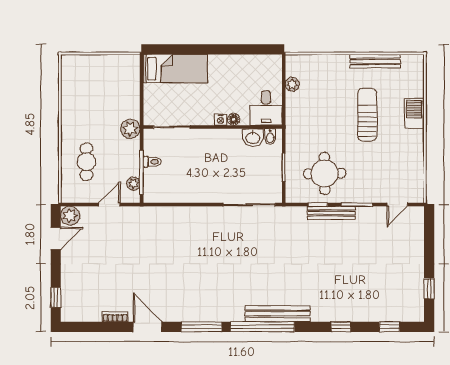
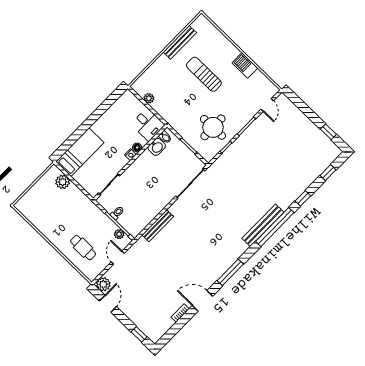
barbecue: (414, 114) -> (245, 65), moved
plant: (130, 129) -> (63, 182), moved
bench: (331, 213) -> (158, 226), moved
window: (262, 327) -> (275, 227), moved

